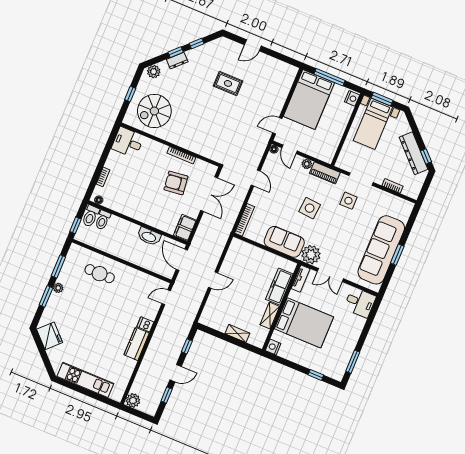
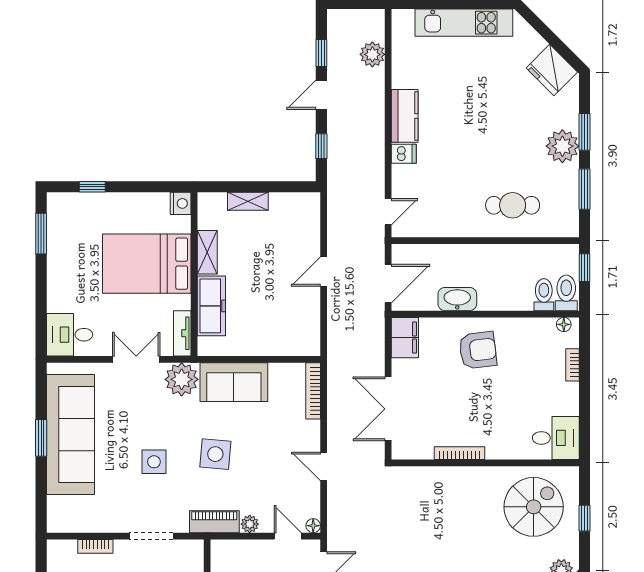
armchair: (176, 183) -> (478, 350), moved
side table: (348, 201) -> (154, 462), moved
door: (182, 260) -> (388, 284), hinge flipped
plant: (58, 288) -> (562, 146), width x1.87, depth x1.87
plant: (133, 400) -> (372, 54), moved

